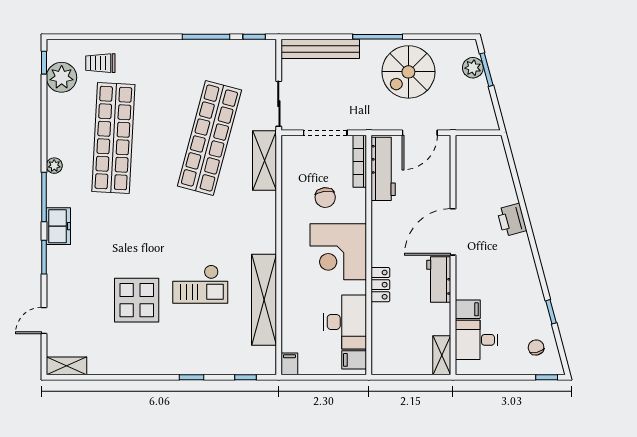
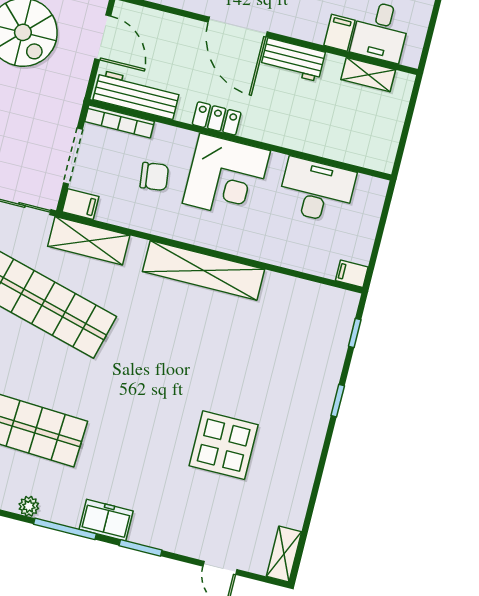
checkout: (200, 284) -> (224, 360), removed
locker: (380, 285) -> (217, 118), moved
shelving: (264, 300) -> (204, 270), moved
shelving: (442, 355) -> (368, 75), moved
filing cabinet: (354, 360) -> (80, 204), moved, turned -90

